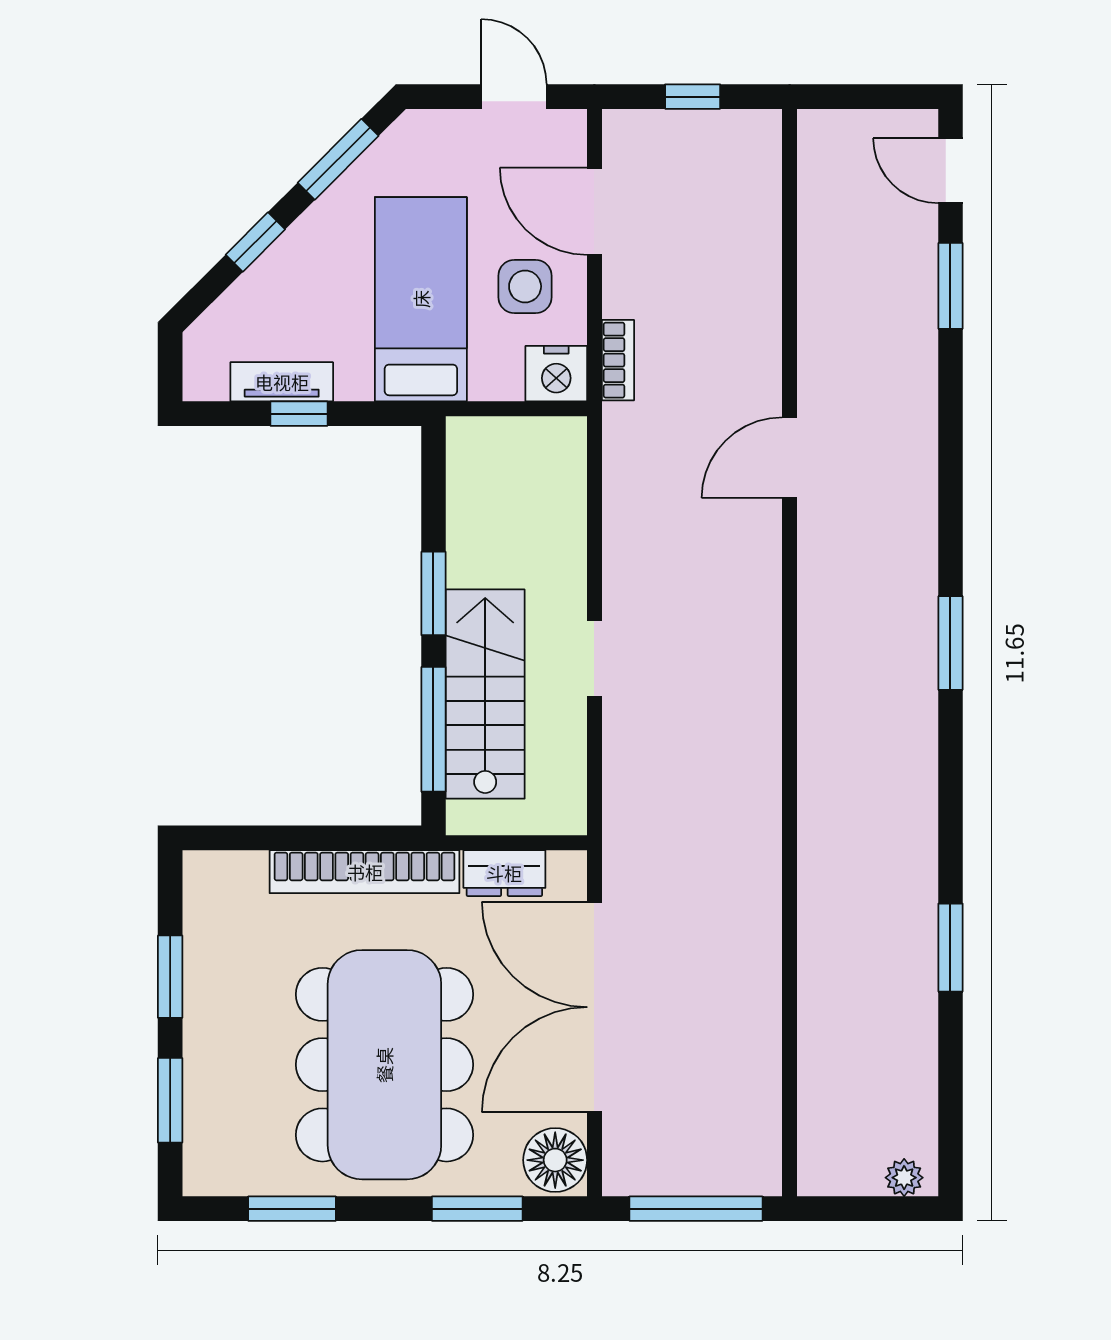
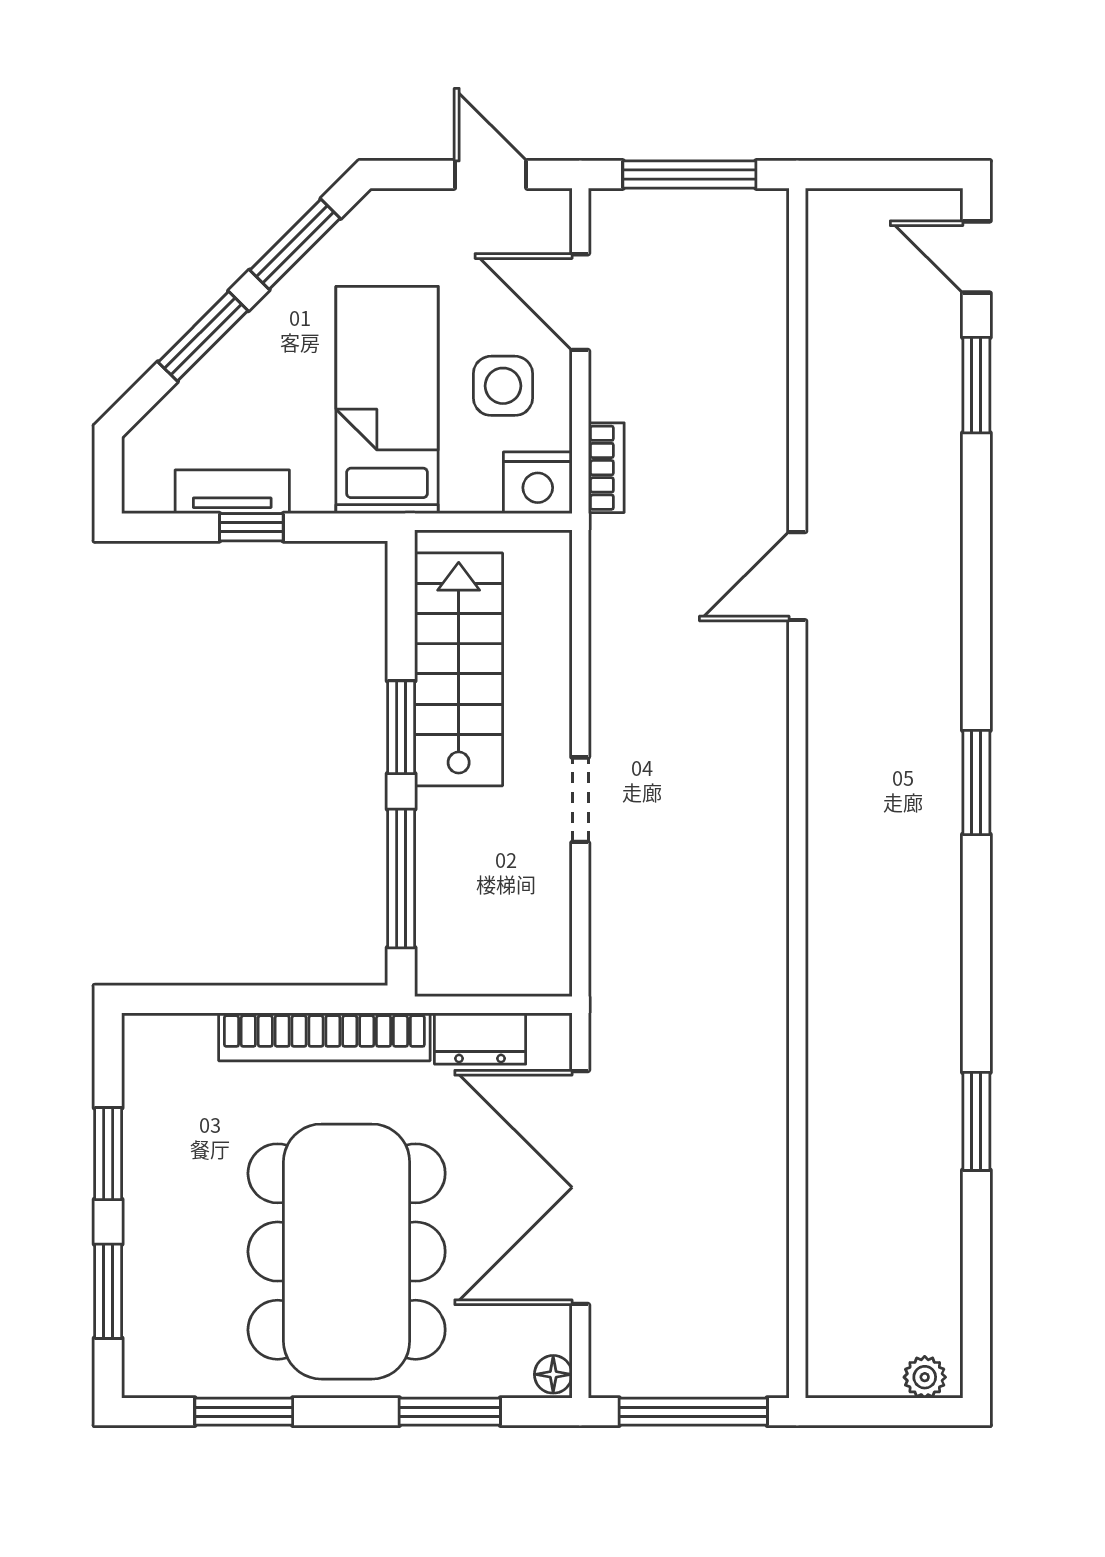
window: (693, 97) -> (689, 174), width x2.17
window: (255, 242) -> (203, 336), width x1.50
stairs: (485, 694) -> (459, 669), moved
floor lamp: (555, 1160) -> (553, 1374), width x0.53, depth x0.53

